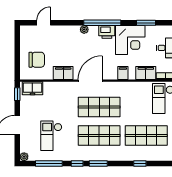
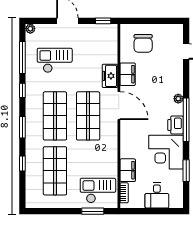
filing cabinet: (123, 73) -> (128, 144), removed
freezer: (32, 88) -> (110, 76), moved
window: (98, 163) -> (22, 127), moved

